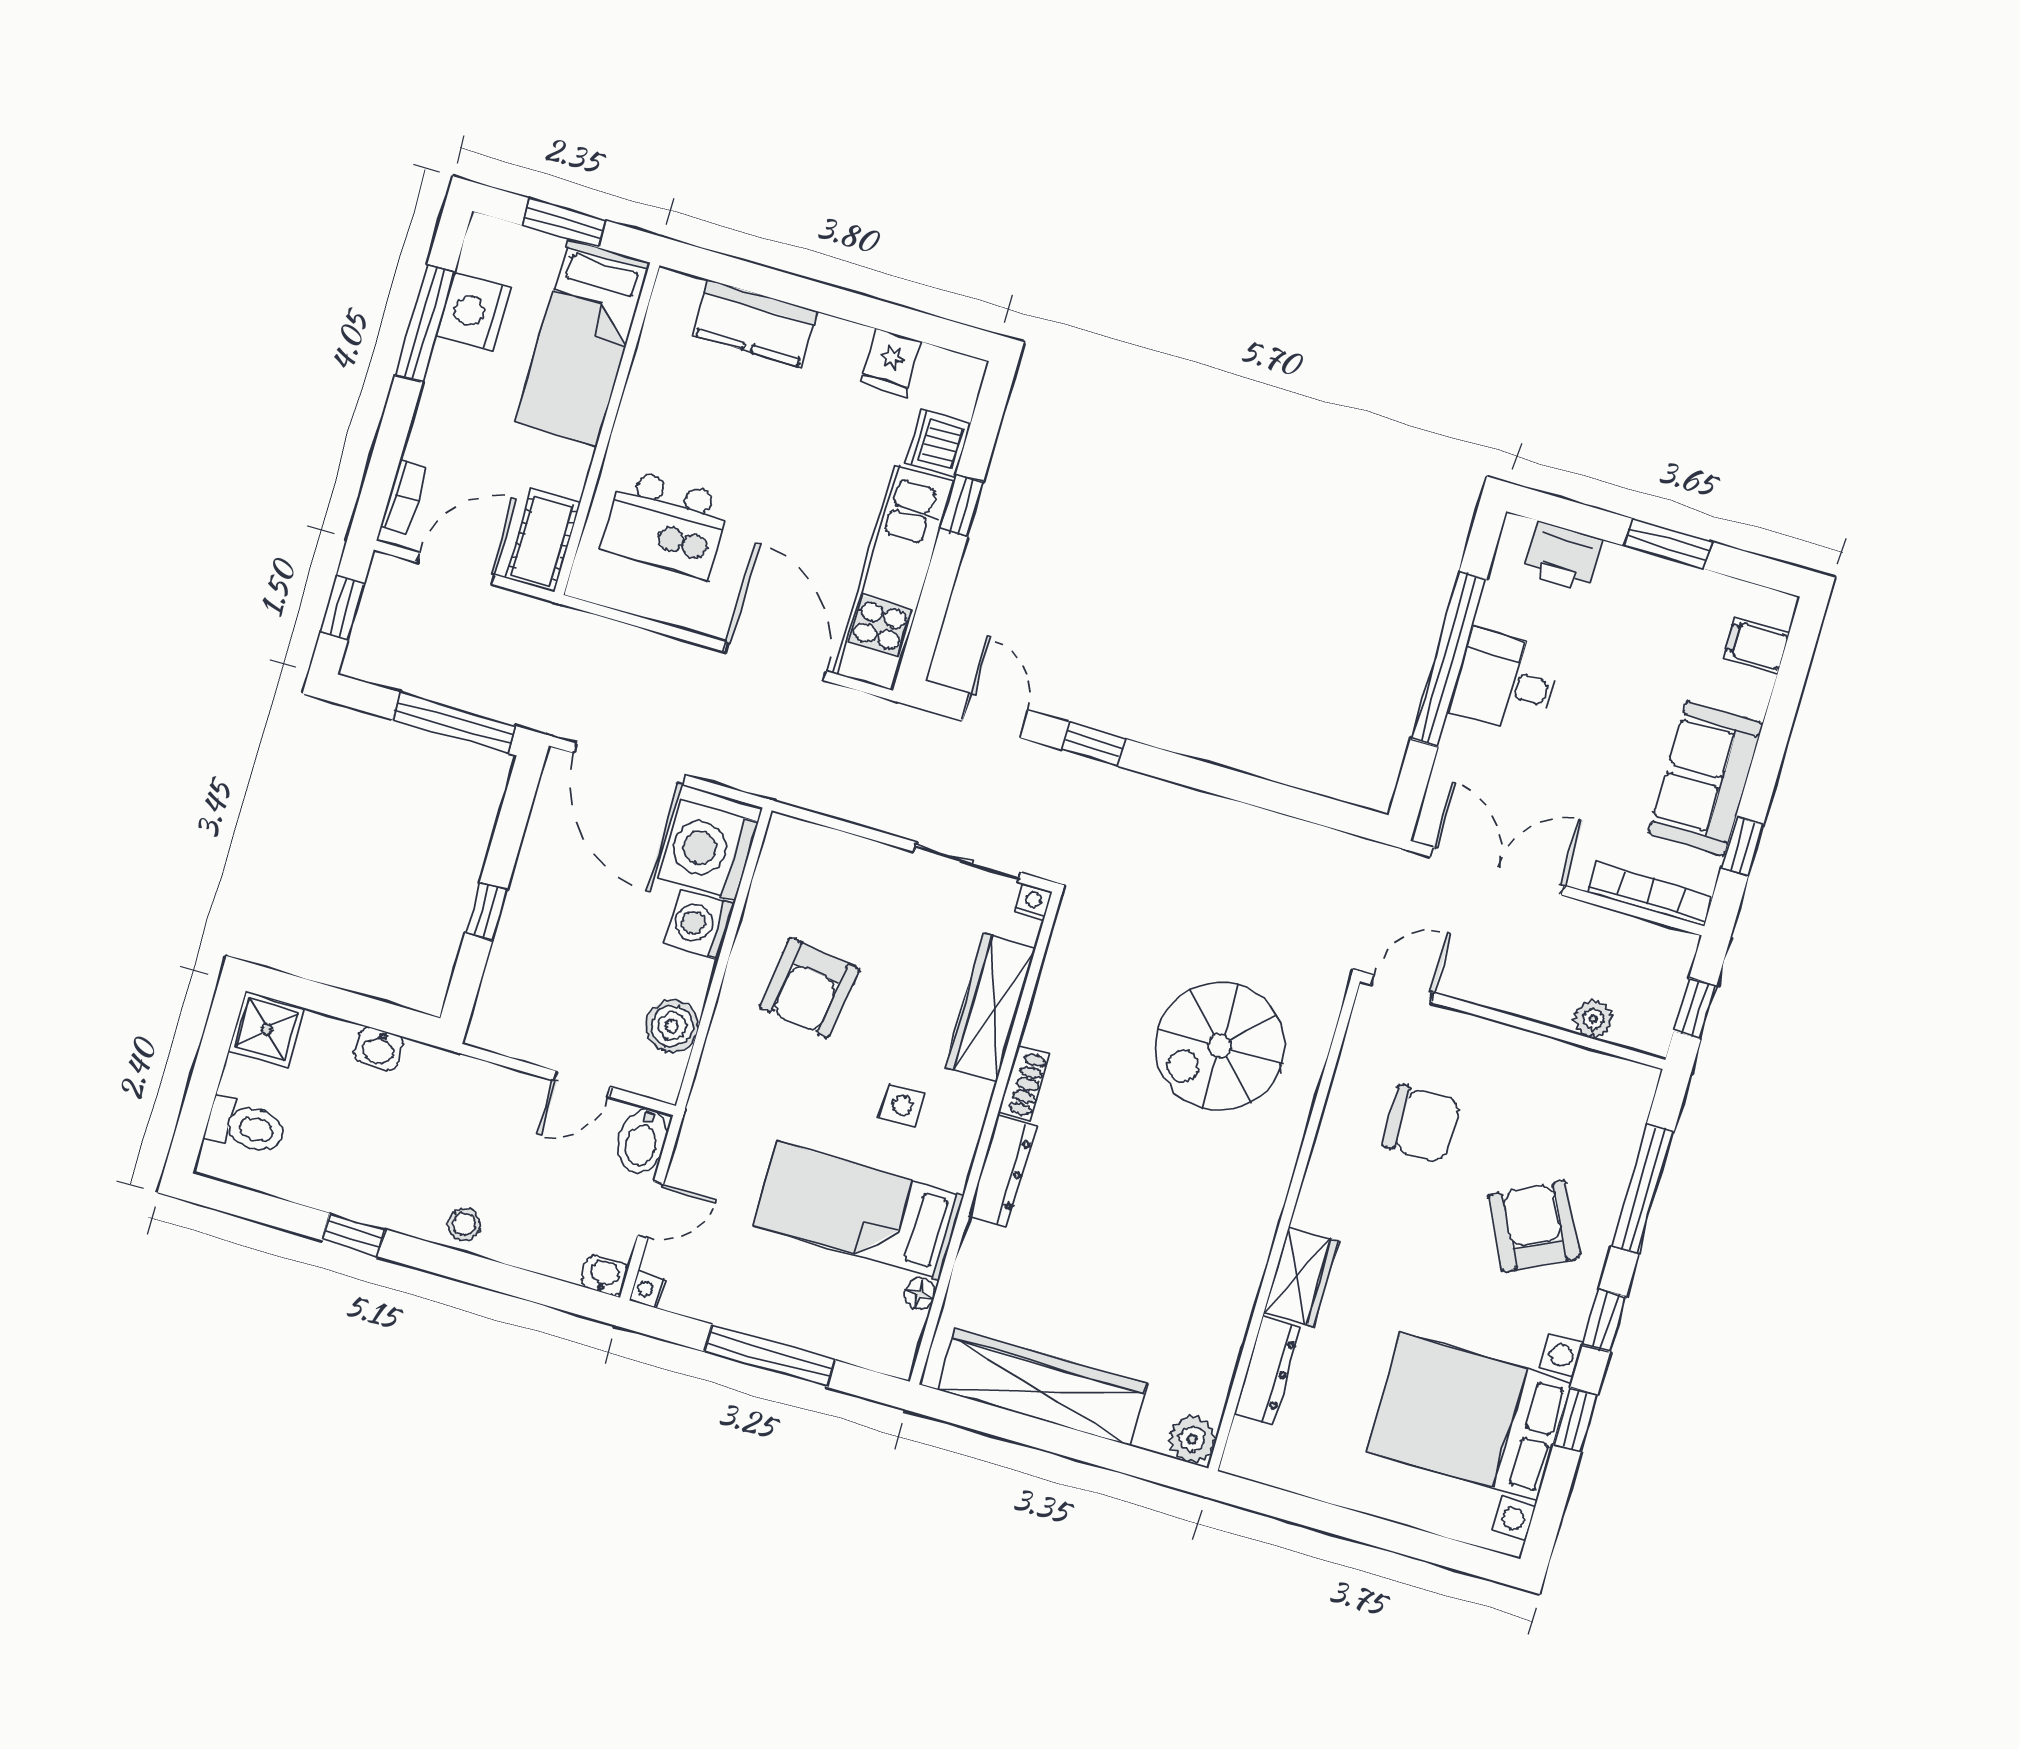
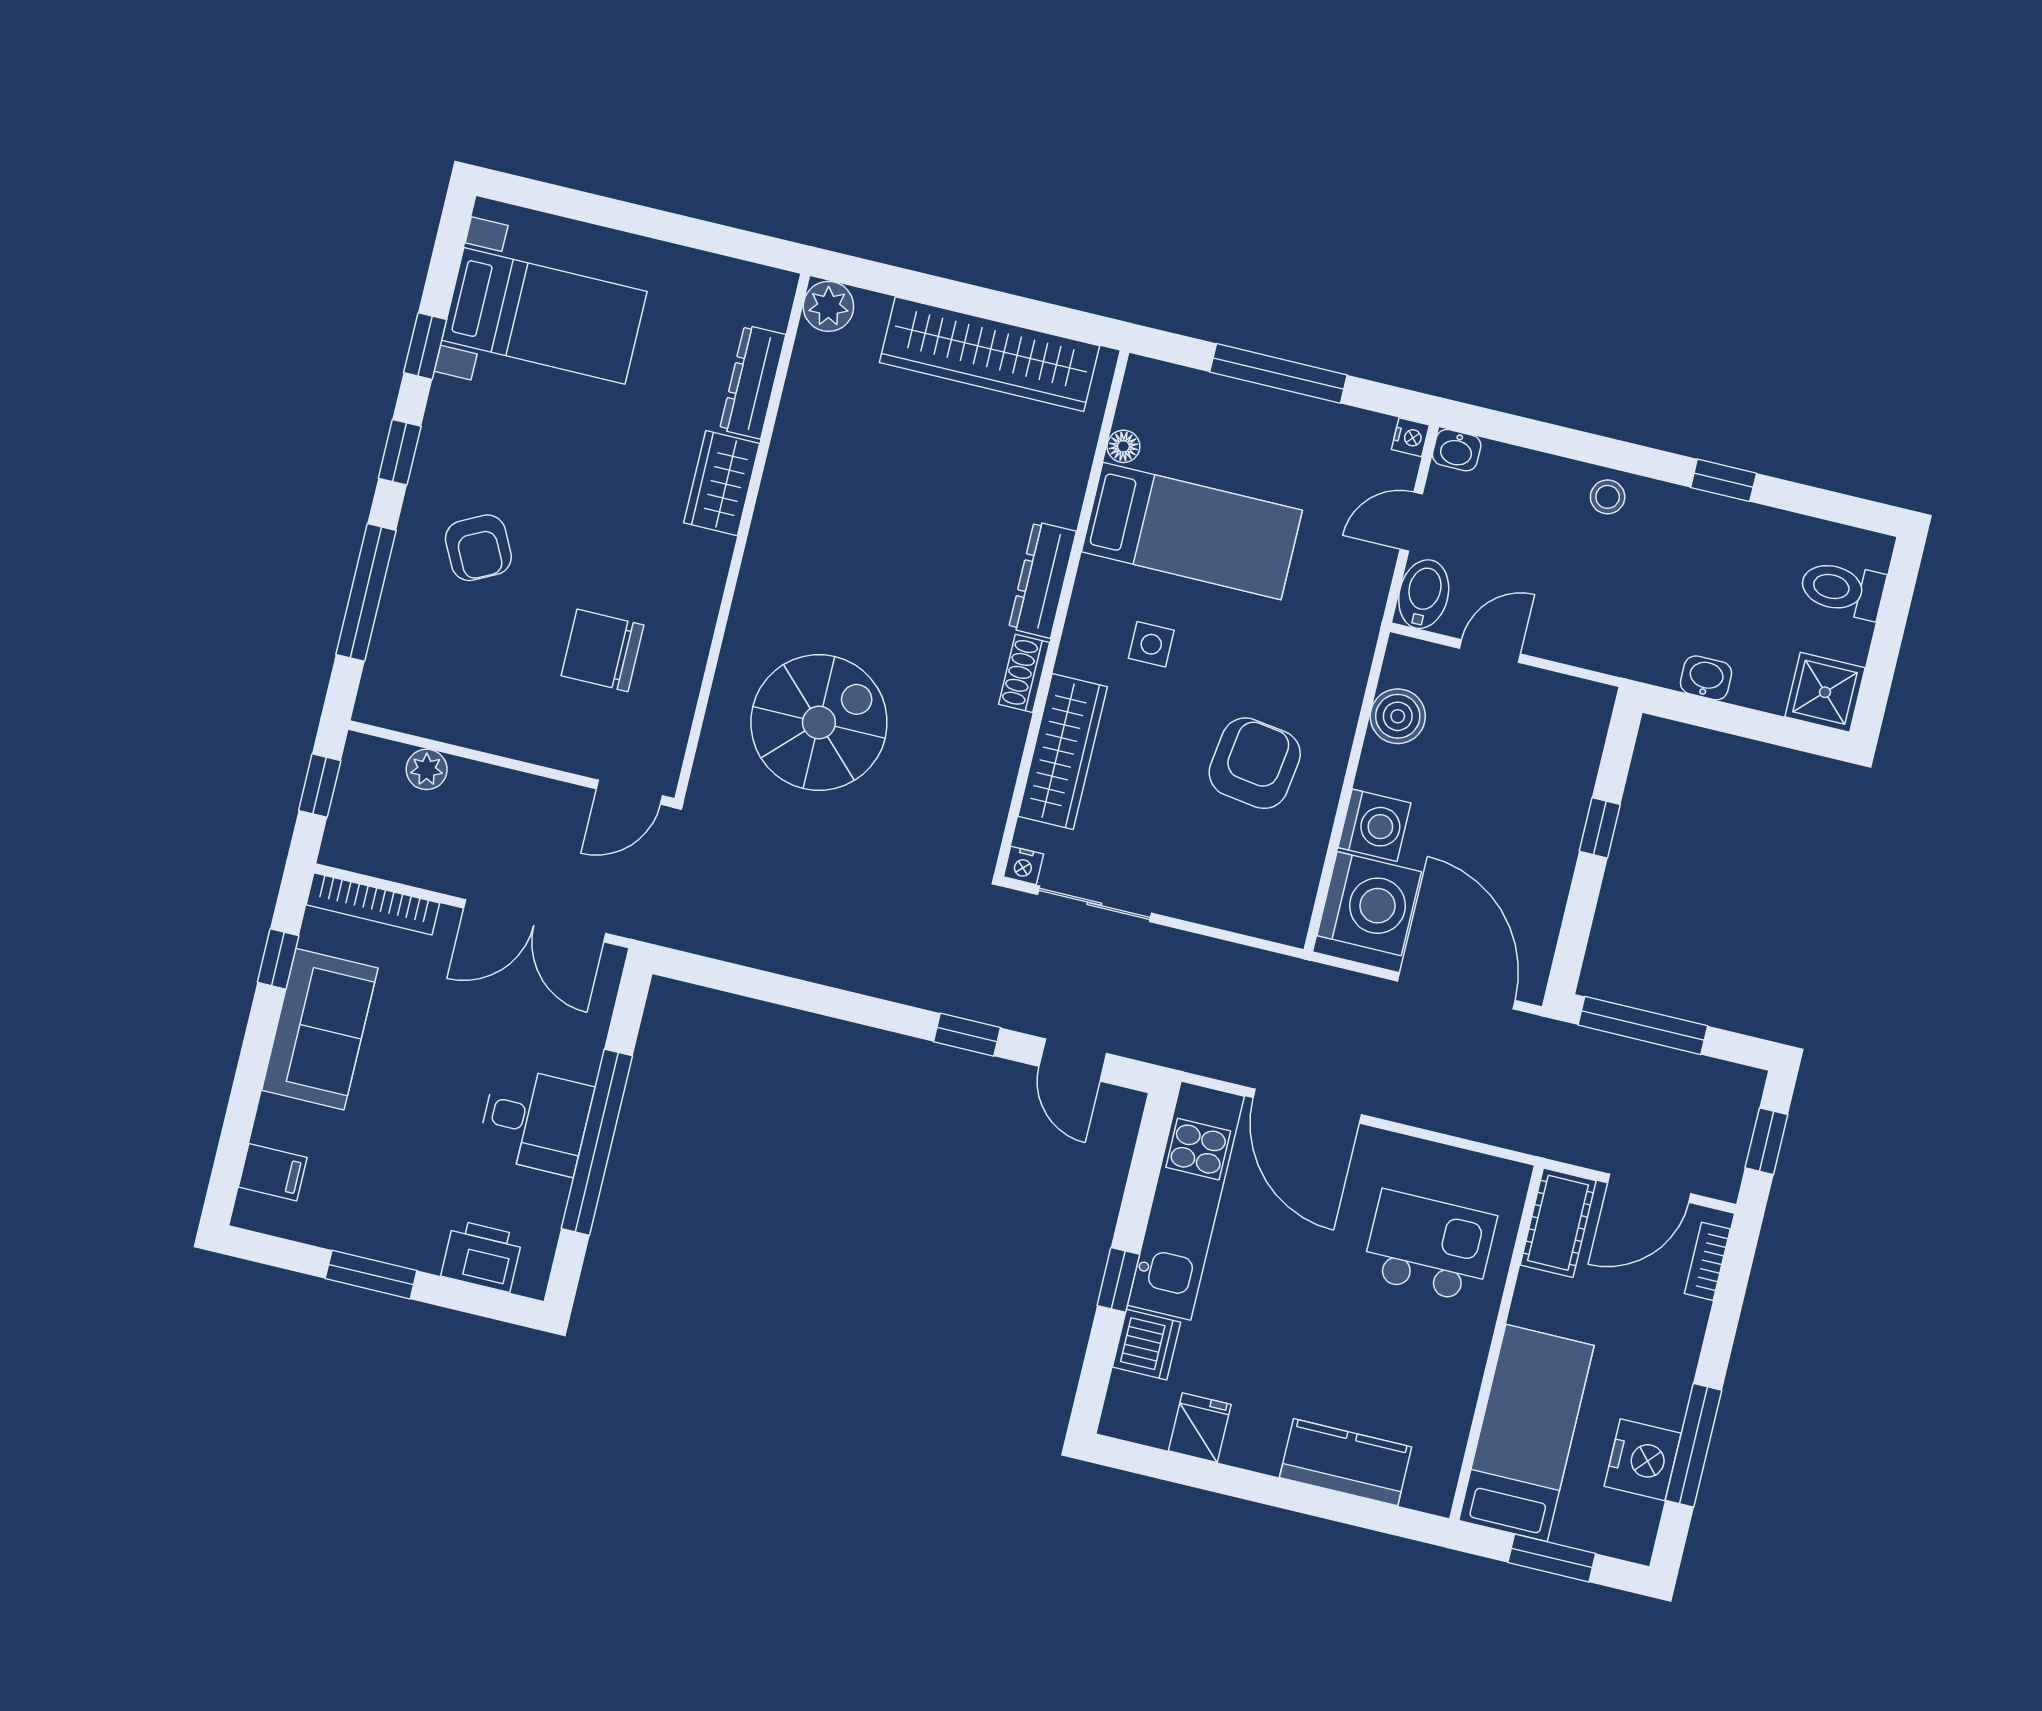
armchair: (1534, 1226) -> (478, 548), width x0.72, depth x0.72
bed with nightstands: (1469, 1417) -> (544, 316), width x0.73

